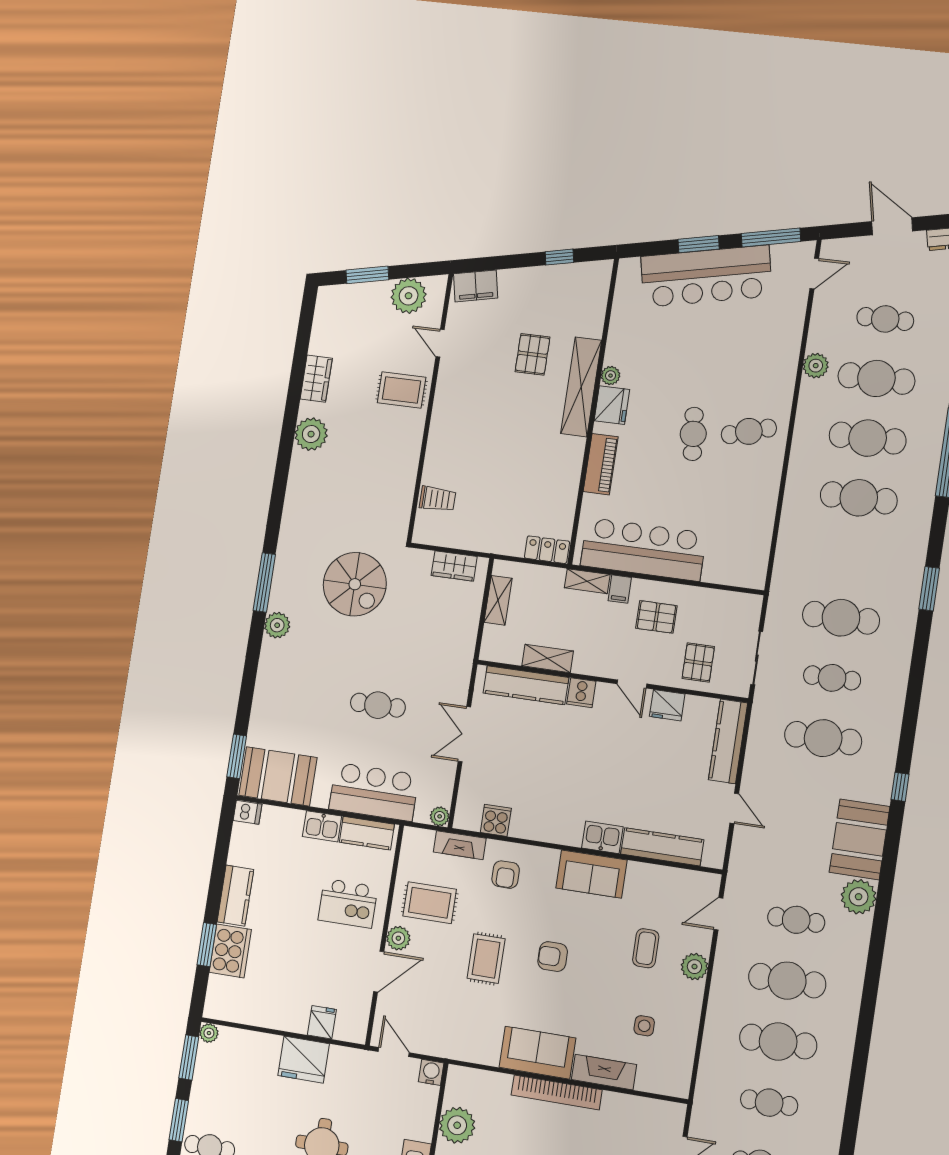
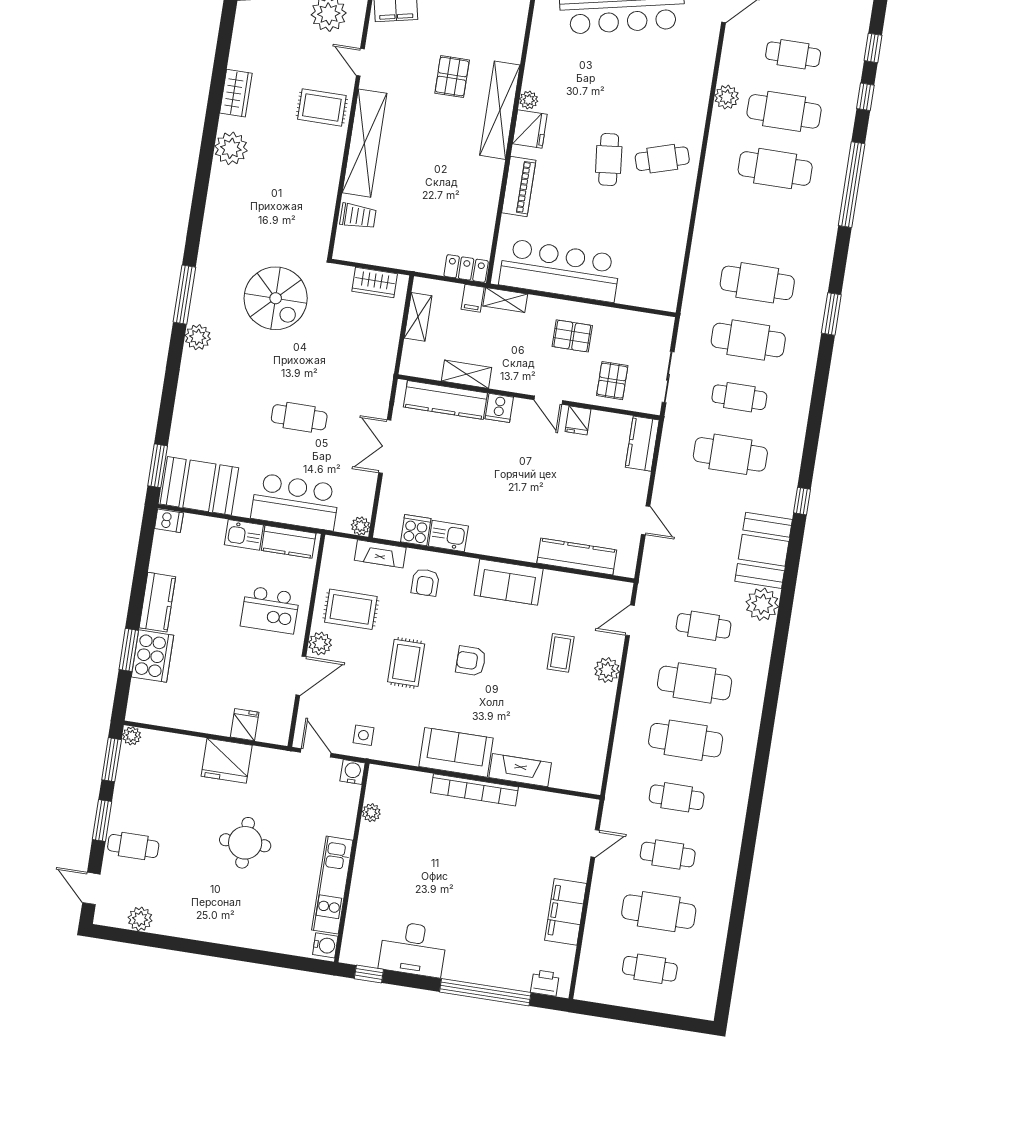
shelving: (444, 425) -> (365, 143), added
cafe table: (859, 498) -> (757, 283), moved
filing cabinet: (620, 589) -> (473, 298), moved
fridge: (667, 705) -> (578, 420), width x0.72
kitchen counter: (728, 741) -> (642, 444), width x0.67
kitchen sink: (602, 837) -> (448, 536), moved
side table: (644, 1026) -> (363, 735), moved
plant: (457, 1125) -> (371, 813), width x0.53, depth x0.53

